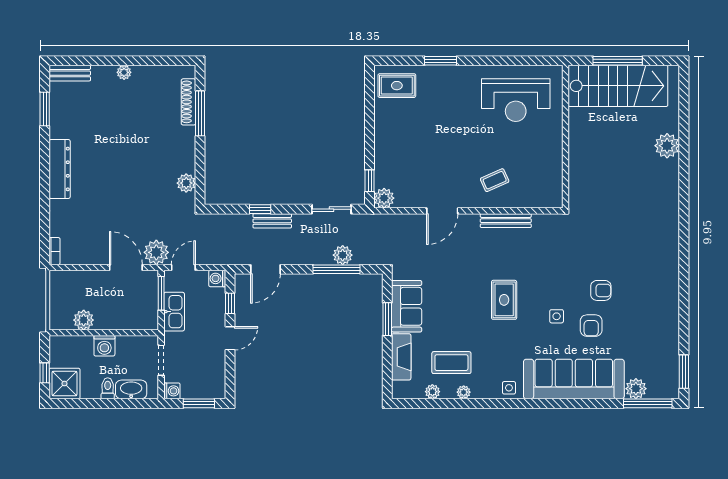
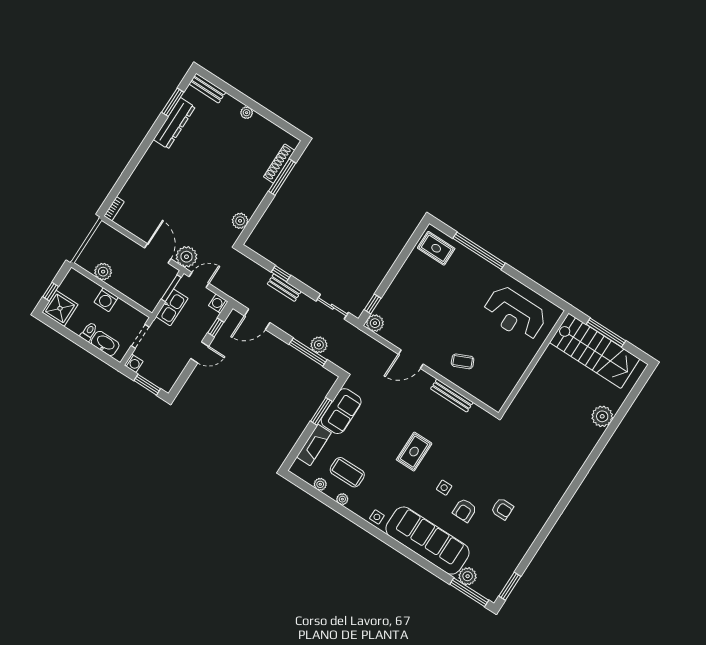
window: (441, 61) -> (479, 251), width x2.11
dresser: (60, 169) -> (174, 123), moved
armchair: (601, 290) -> (502, 509), moved

